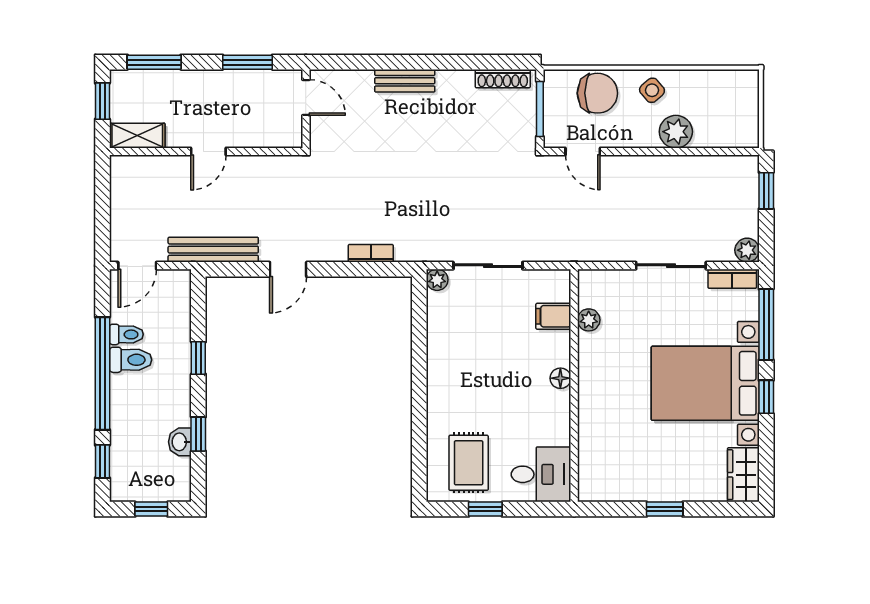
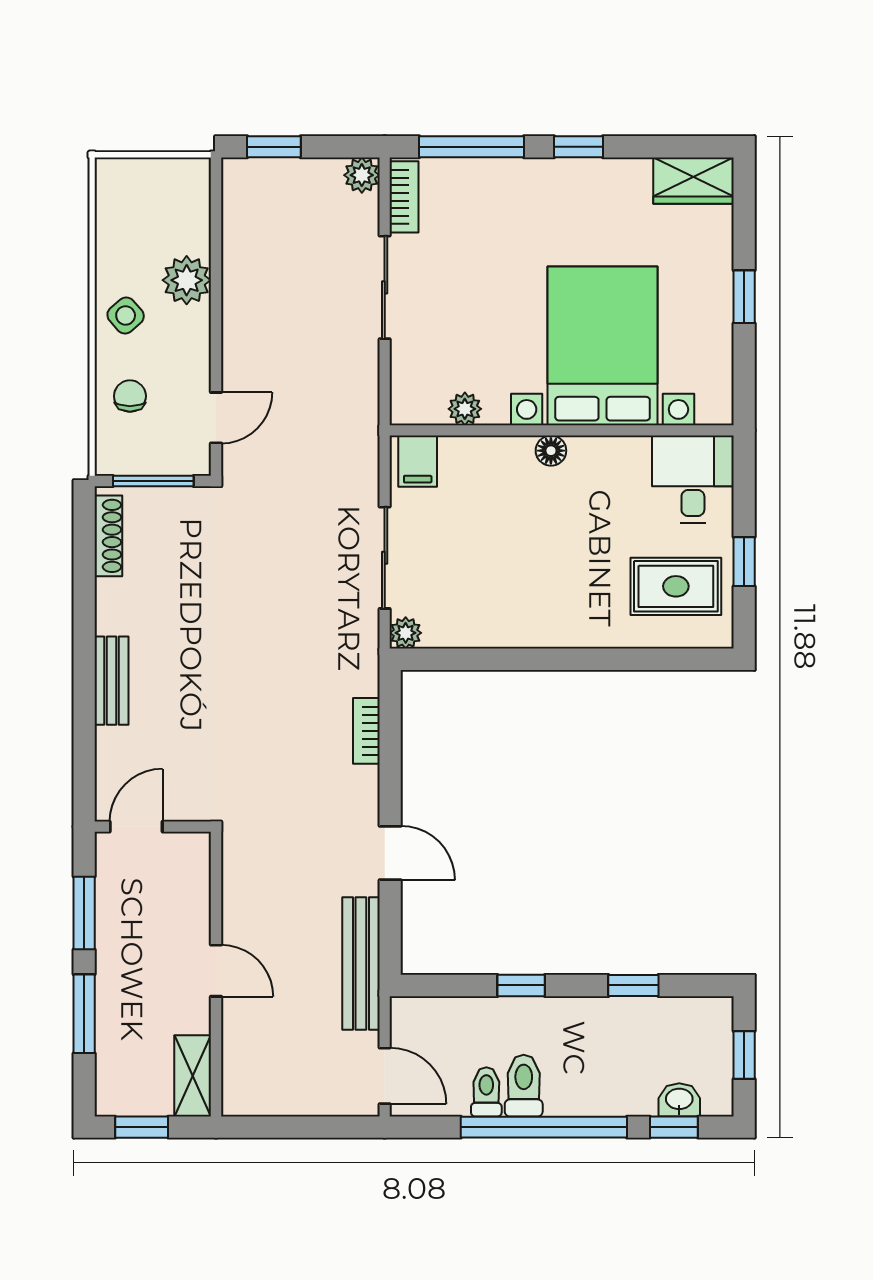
window: (154, 62) -> (84, 1014), moved
chair: (597, 93) -> (130, 396), width x0.54, depth x0.54
filing cabinet: (553, 316) -> (418, 461), moved
bed with nightstands: (705, 383) -> (603, 346), moved, turned 180
washbasin: (180, 442) -> (679, 1100), moved, turned 180

